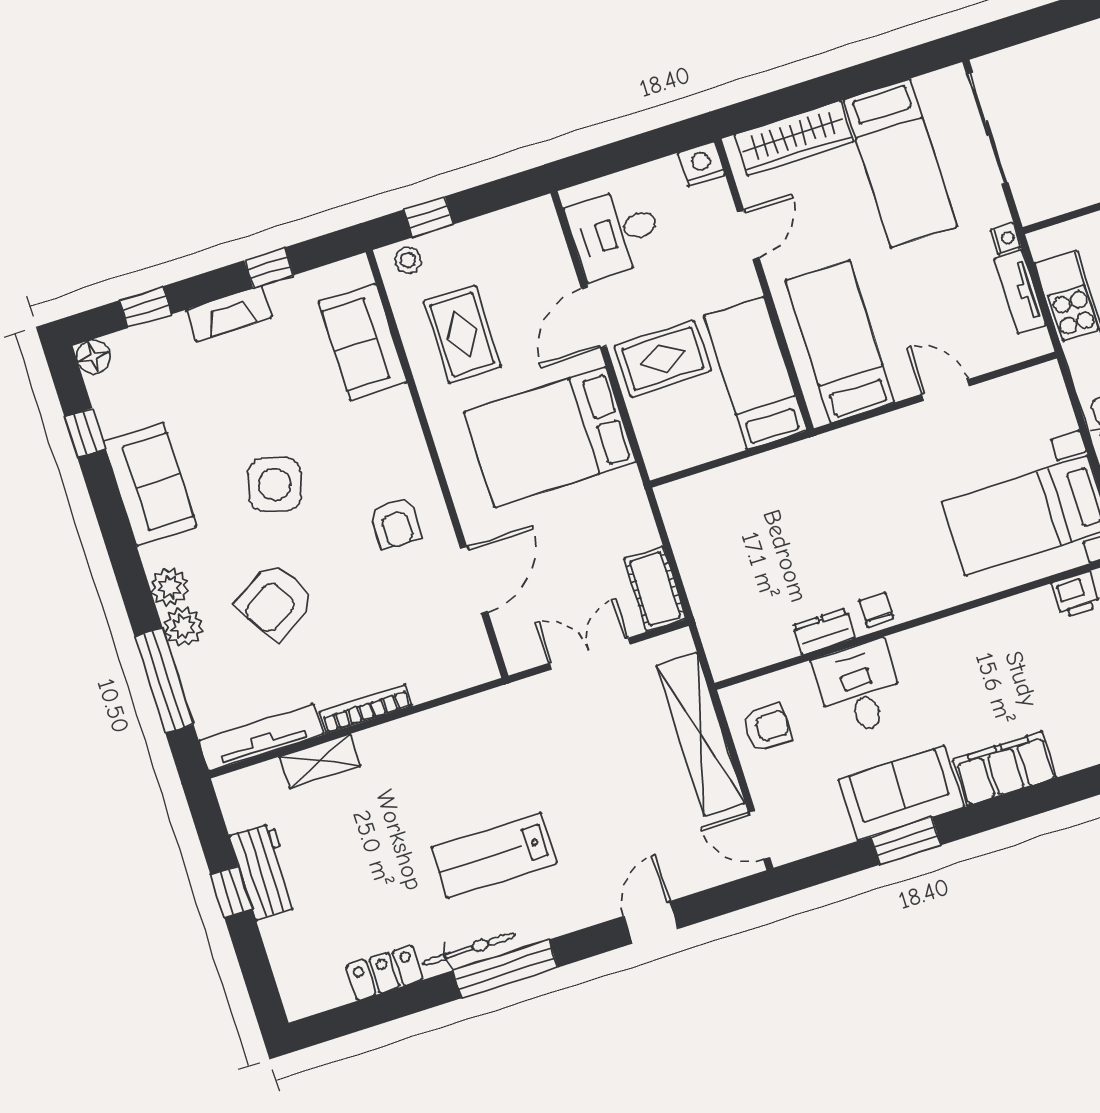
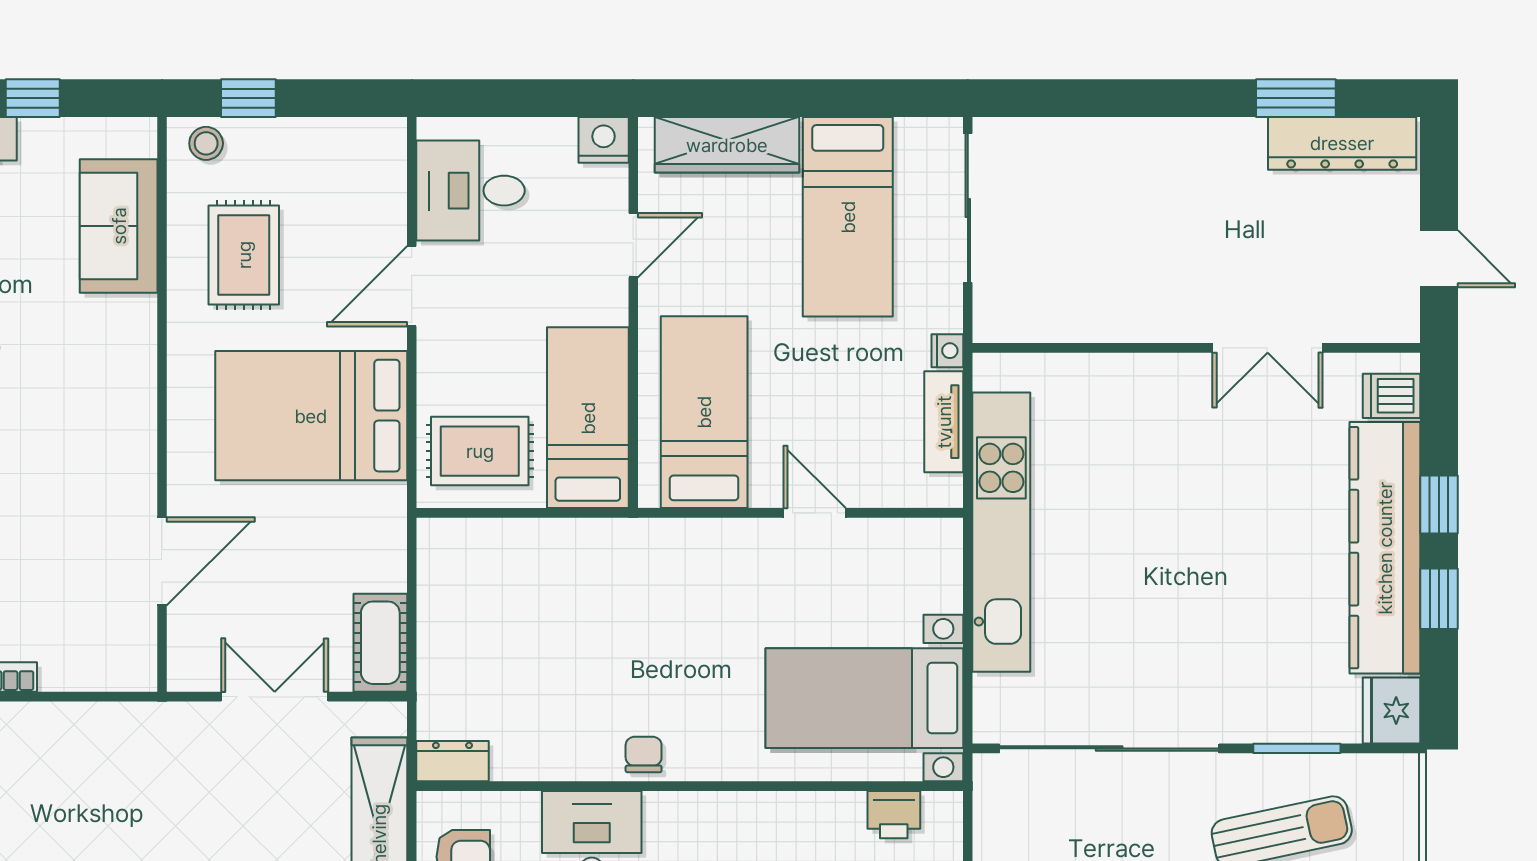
rug: (663, 359) -> (480, 451), moved
armchair: (396, 523) -> (88, 461), removed
dresser: (824, 632) -> (452, 761), moved

